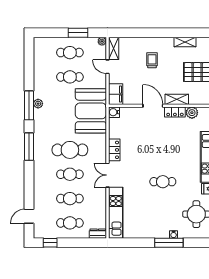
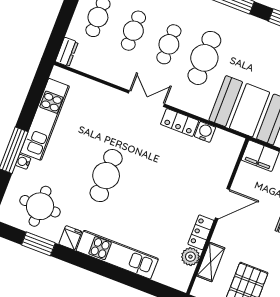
shelving: (177, 99) -> (211, 262), moved
water cooler: (114, 112) -> (205, 132), moved
cafe table: (163, 182) -> (106, 176), width x1.37, depth x1.35
kitchen unit: (116, 213) -> (45, 119), moved, turned -90

